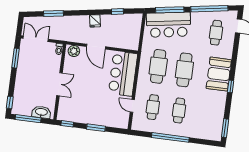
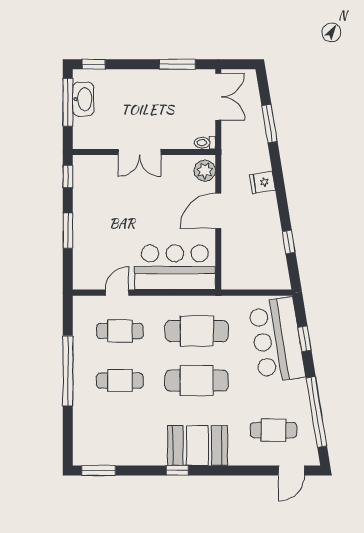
window: (170, 10) -> (305, 339), width x0.46
fridge: (95, 21) -> (262, 182), moved
washbasin: (41, 112) -> (83, 99), moved

